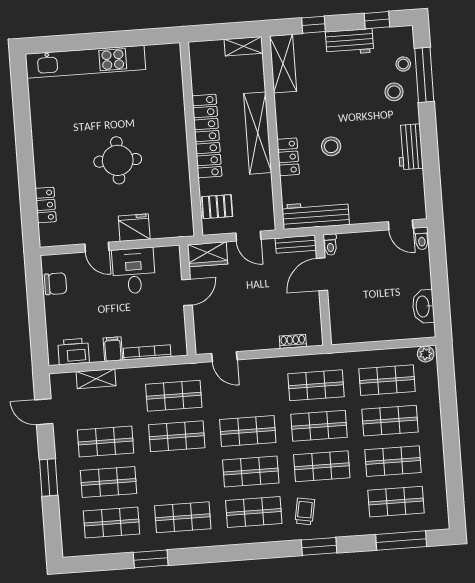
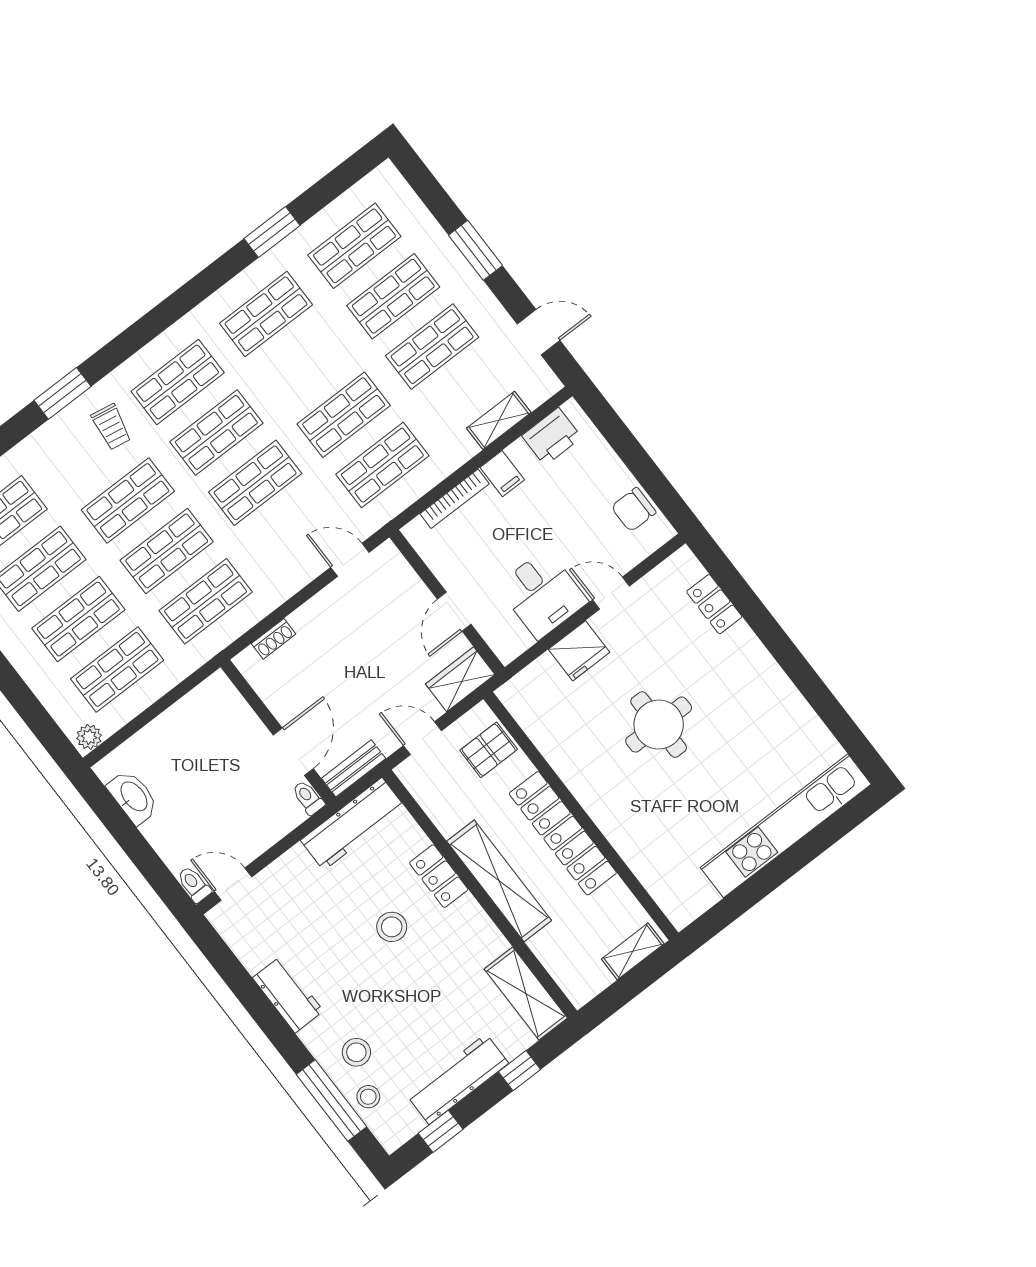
workbench: (350, 42) -> (458, 1079), width x1.38
shelving: (244, 46) -> (633, 951), moved

